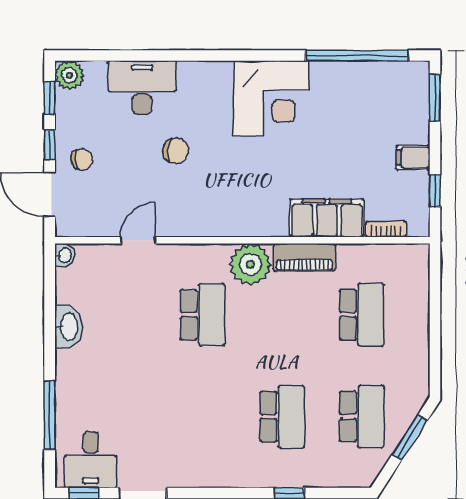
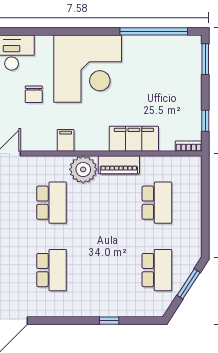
corner desk: (271, 98) -> (88, 69), width x1.36, depth x1.36
chair: (176, 151) -> (34, 94), turned 84
filing cabinet: (413, 158) -> (66, 140), moved, turned 90
bookcase: (386, 229) -> (189, 146), moved
school desk: (282, 417) -> (52, 270), moved

